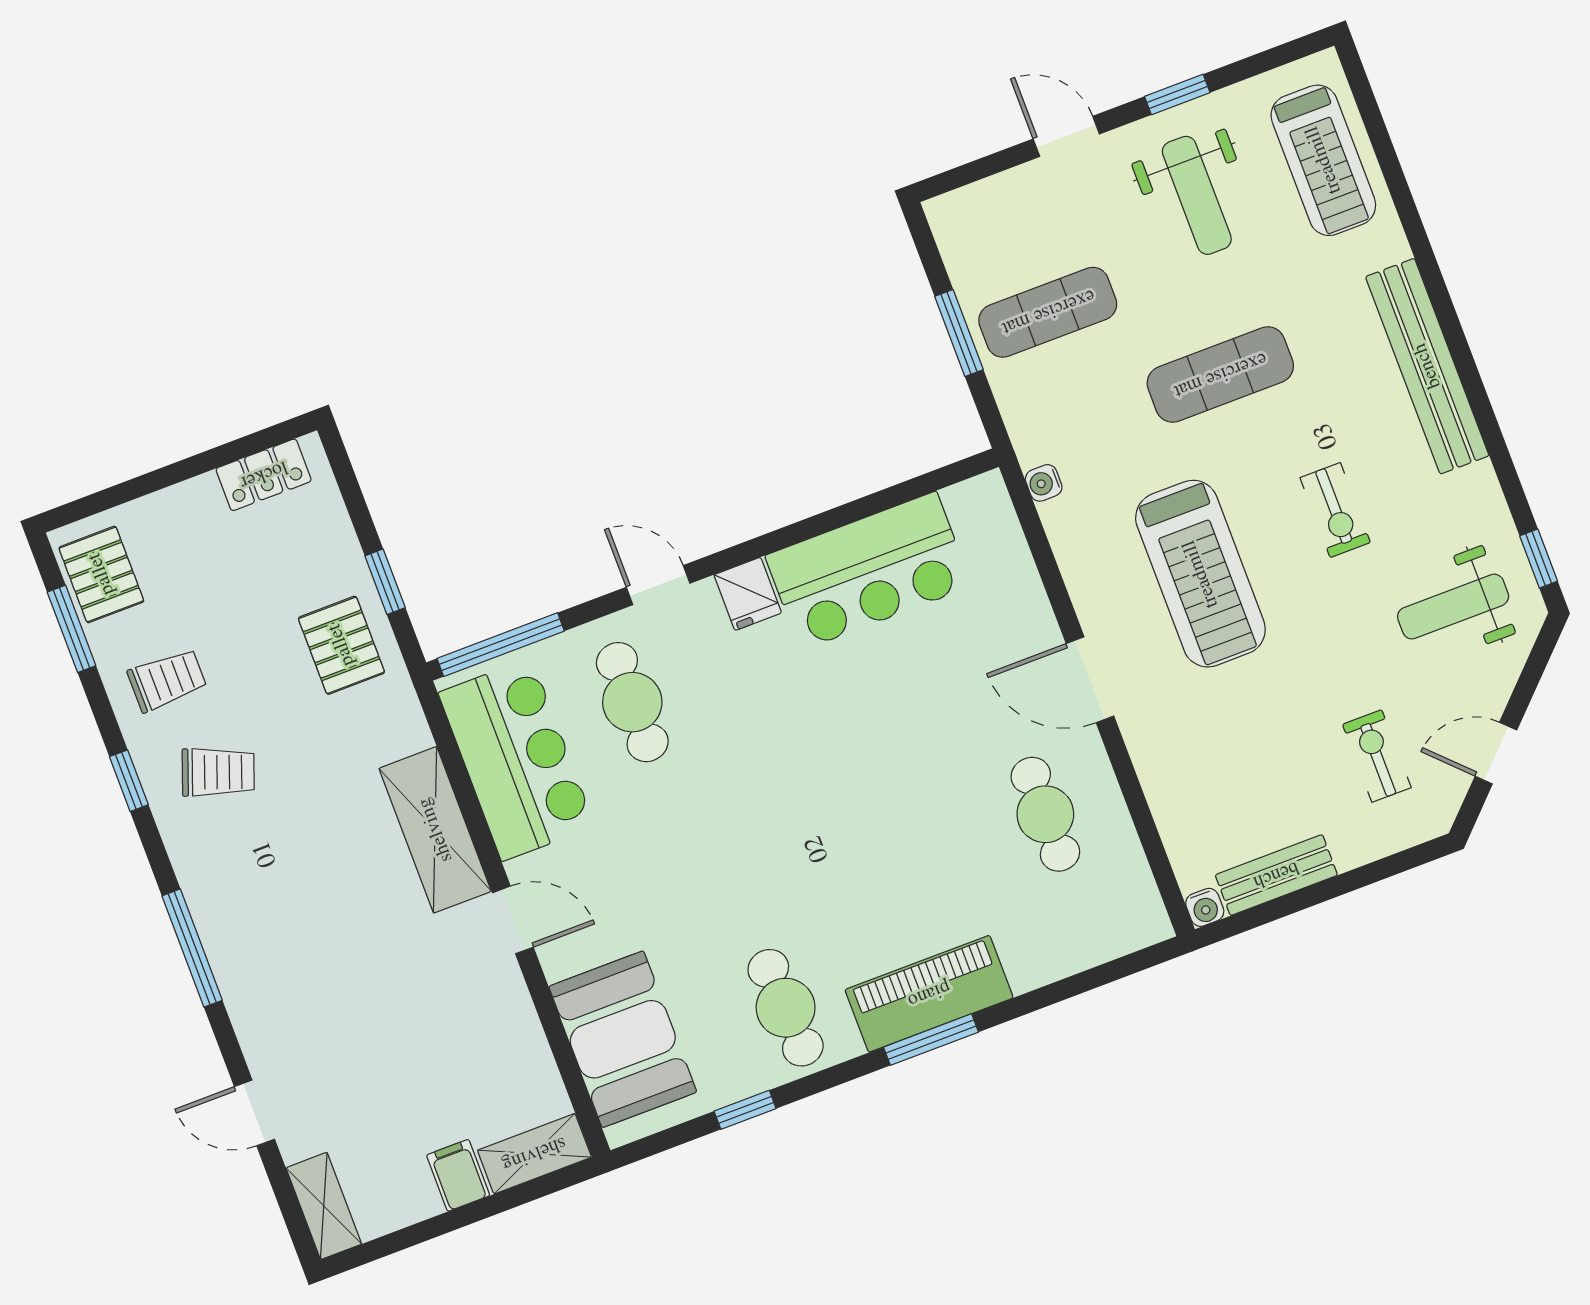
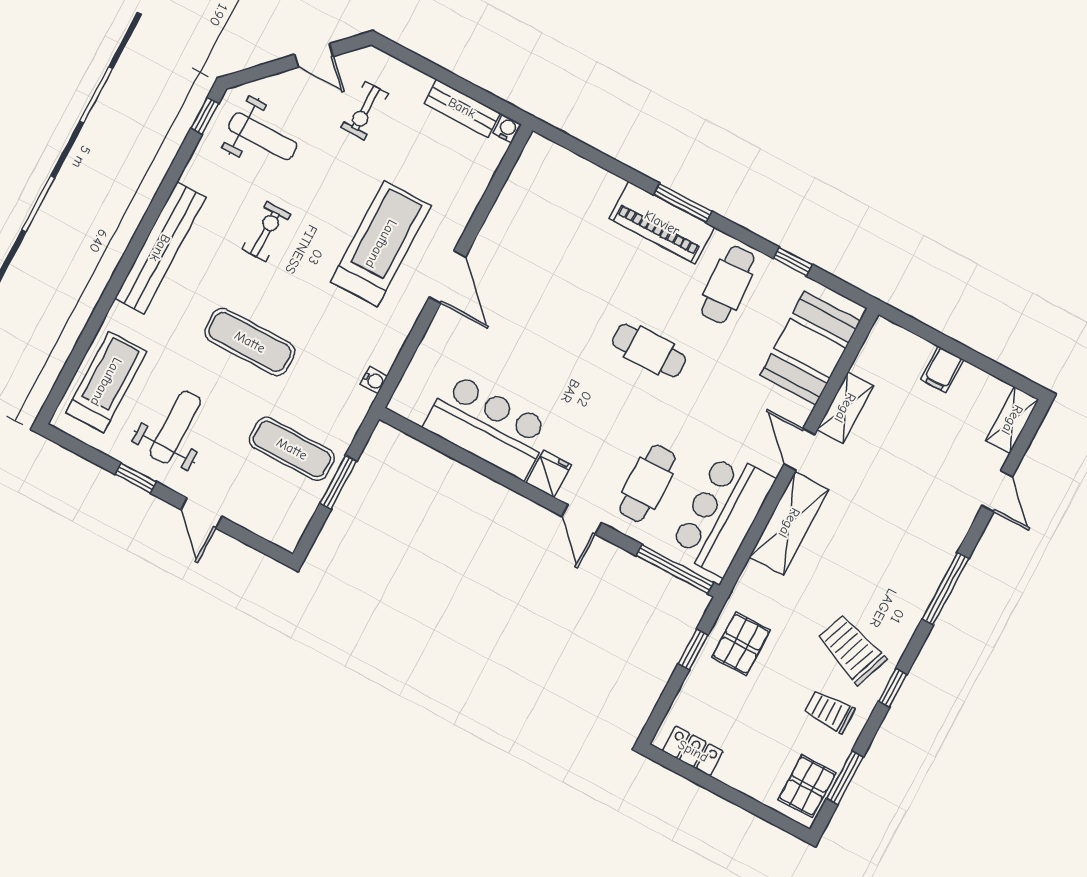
treadmill: (1200, 574) -> (381, 244), moved
trolley: (218, 772) -> (852, 649), width x1.36, depth x1.39
cafe table: (1045, 814) -> (649, 350), moved, turned 90
shelving: (534, 1154) -> (845, 408), moved, turned 90

